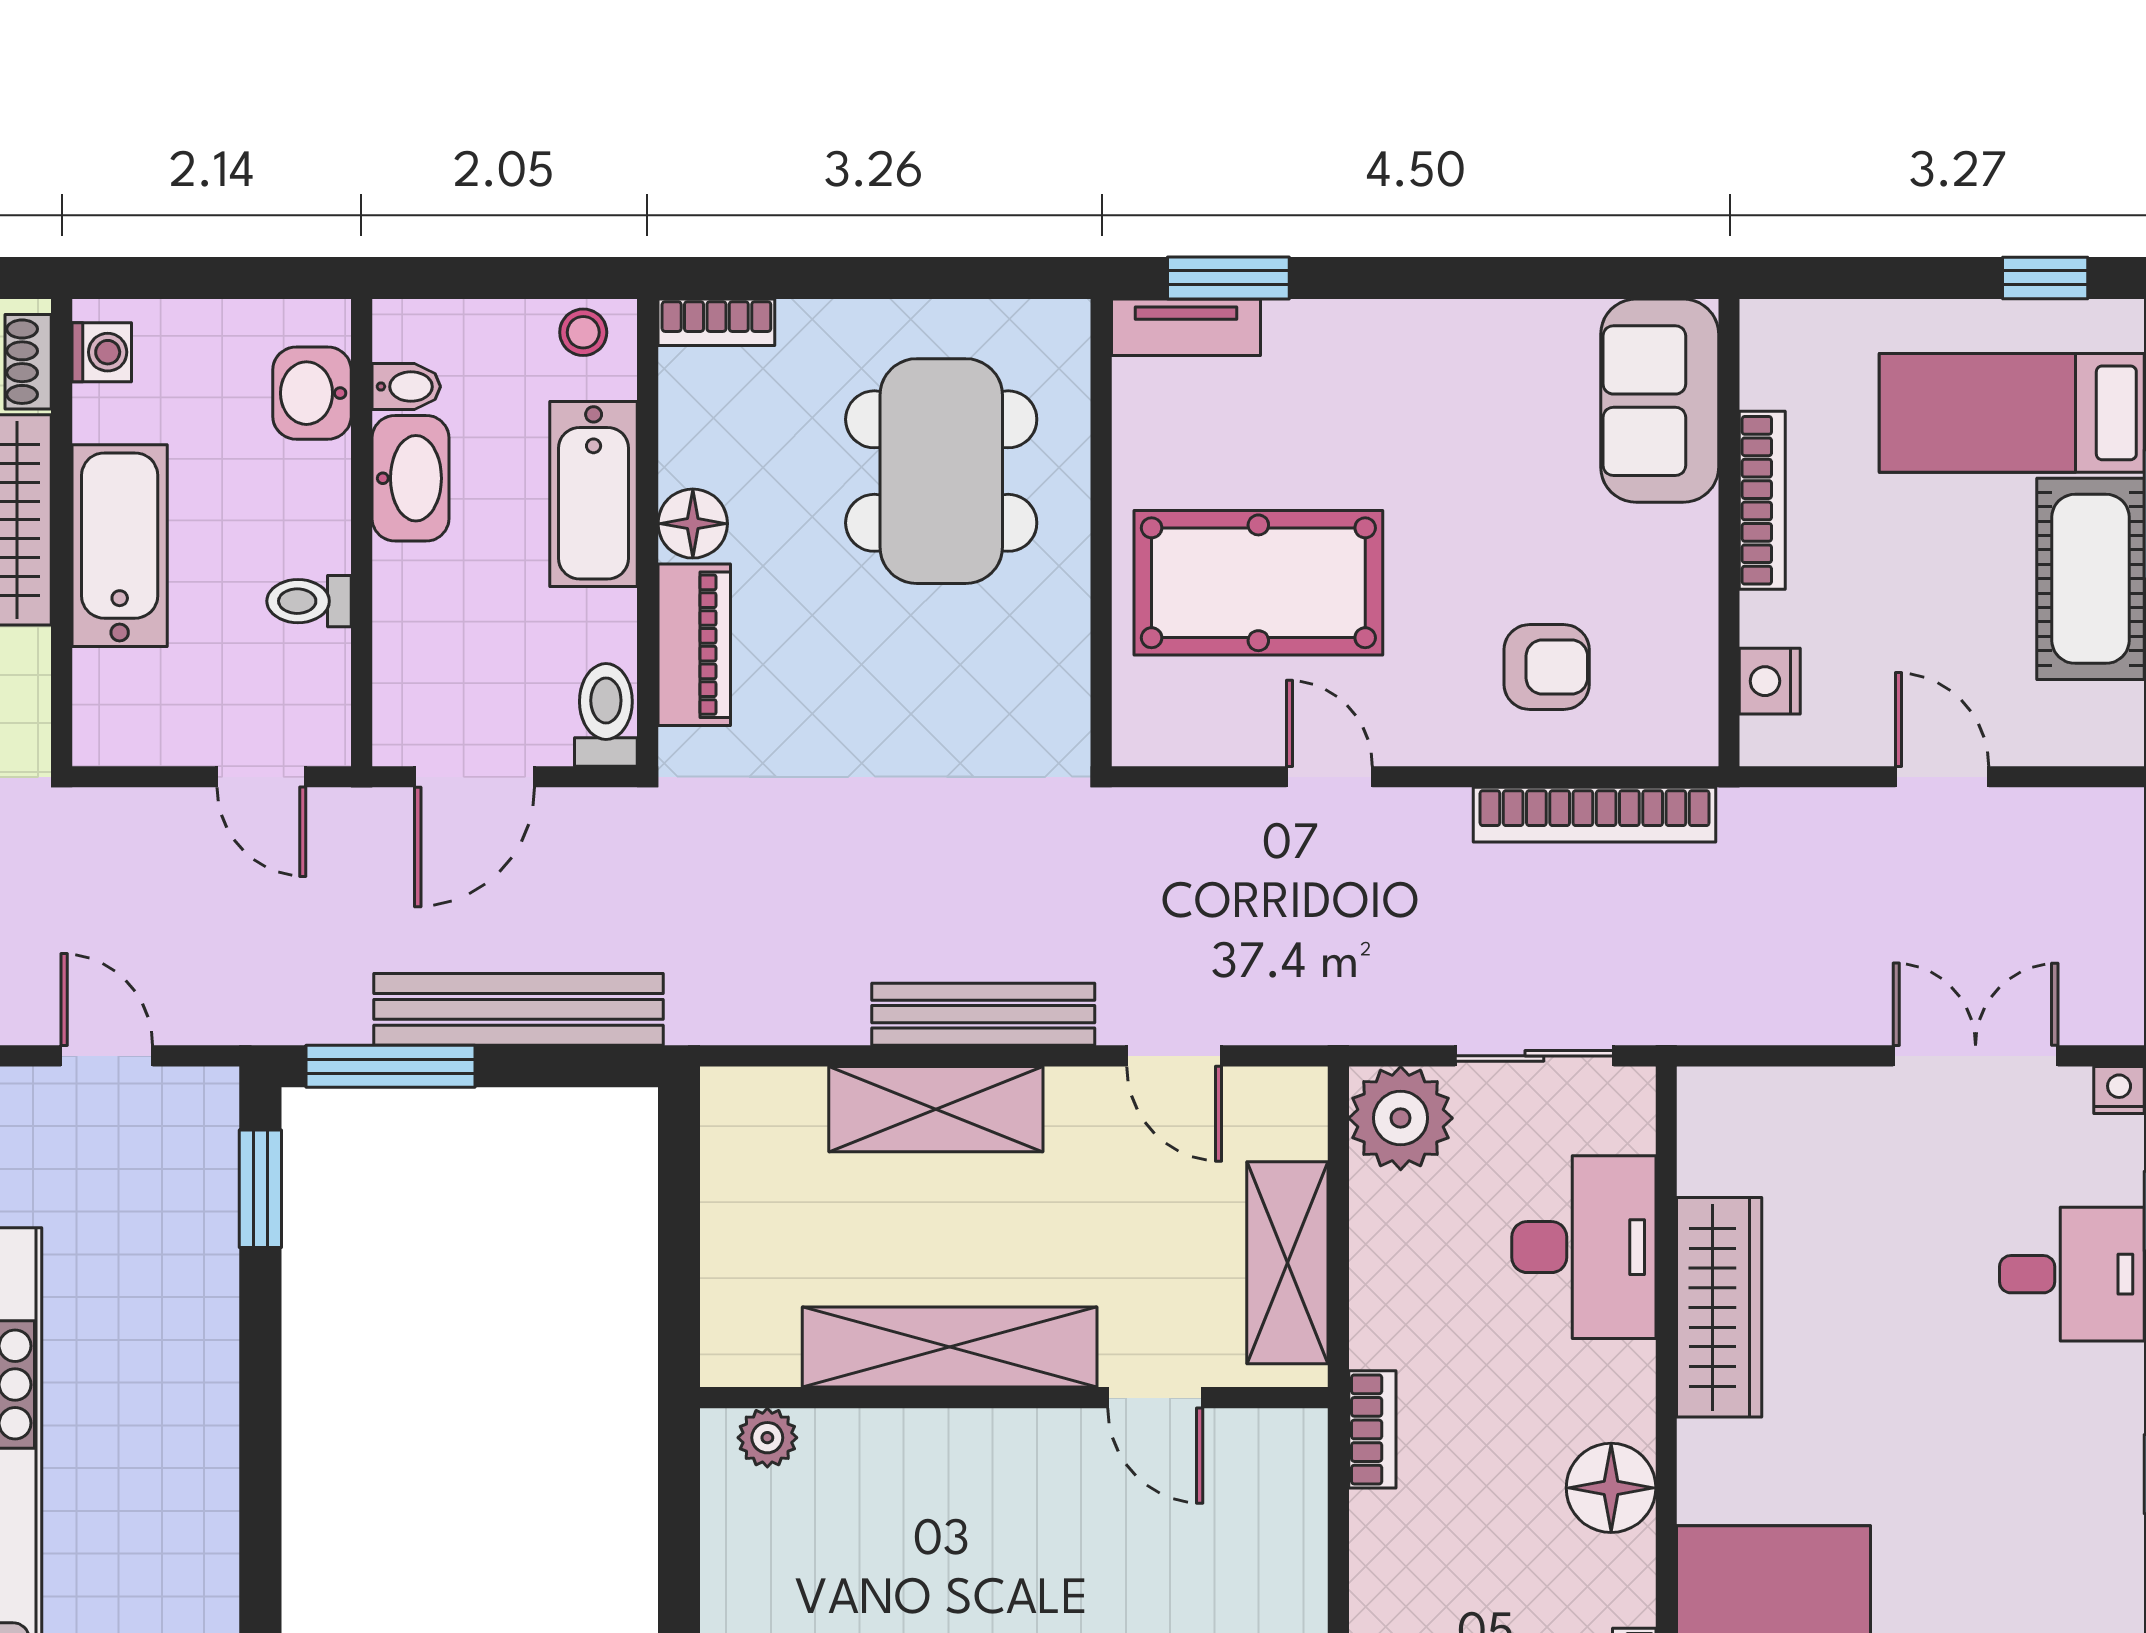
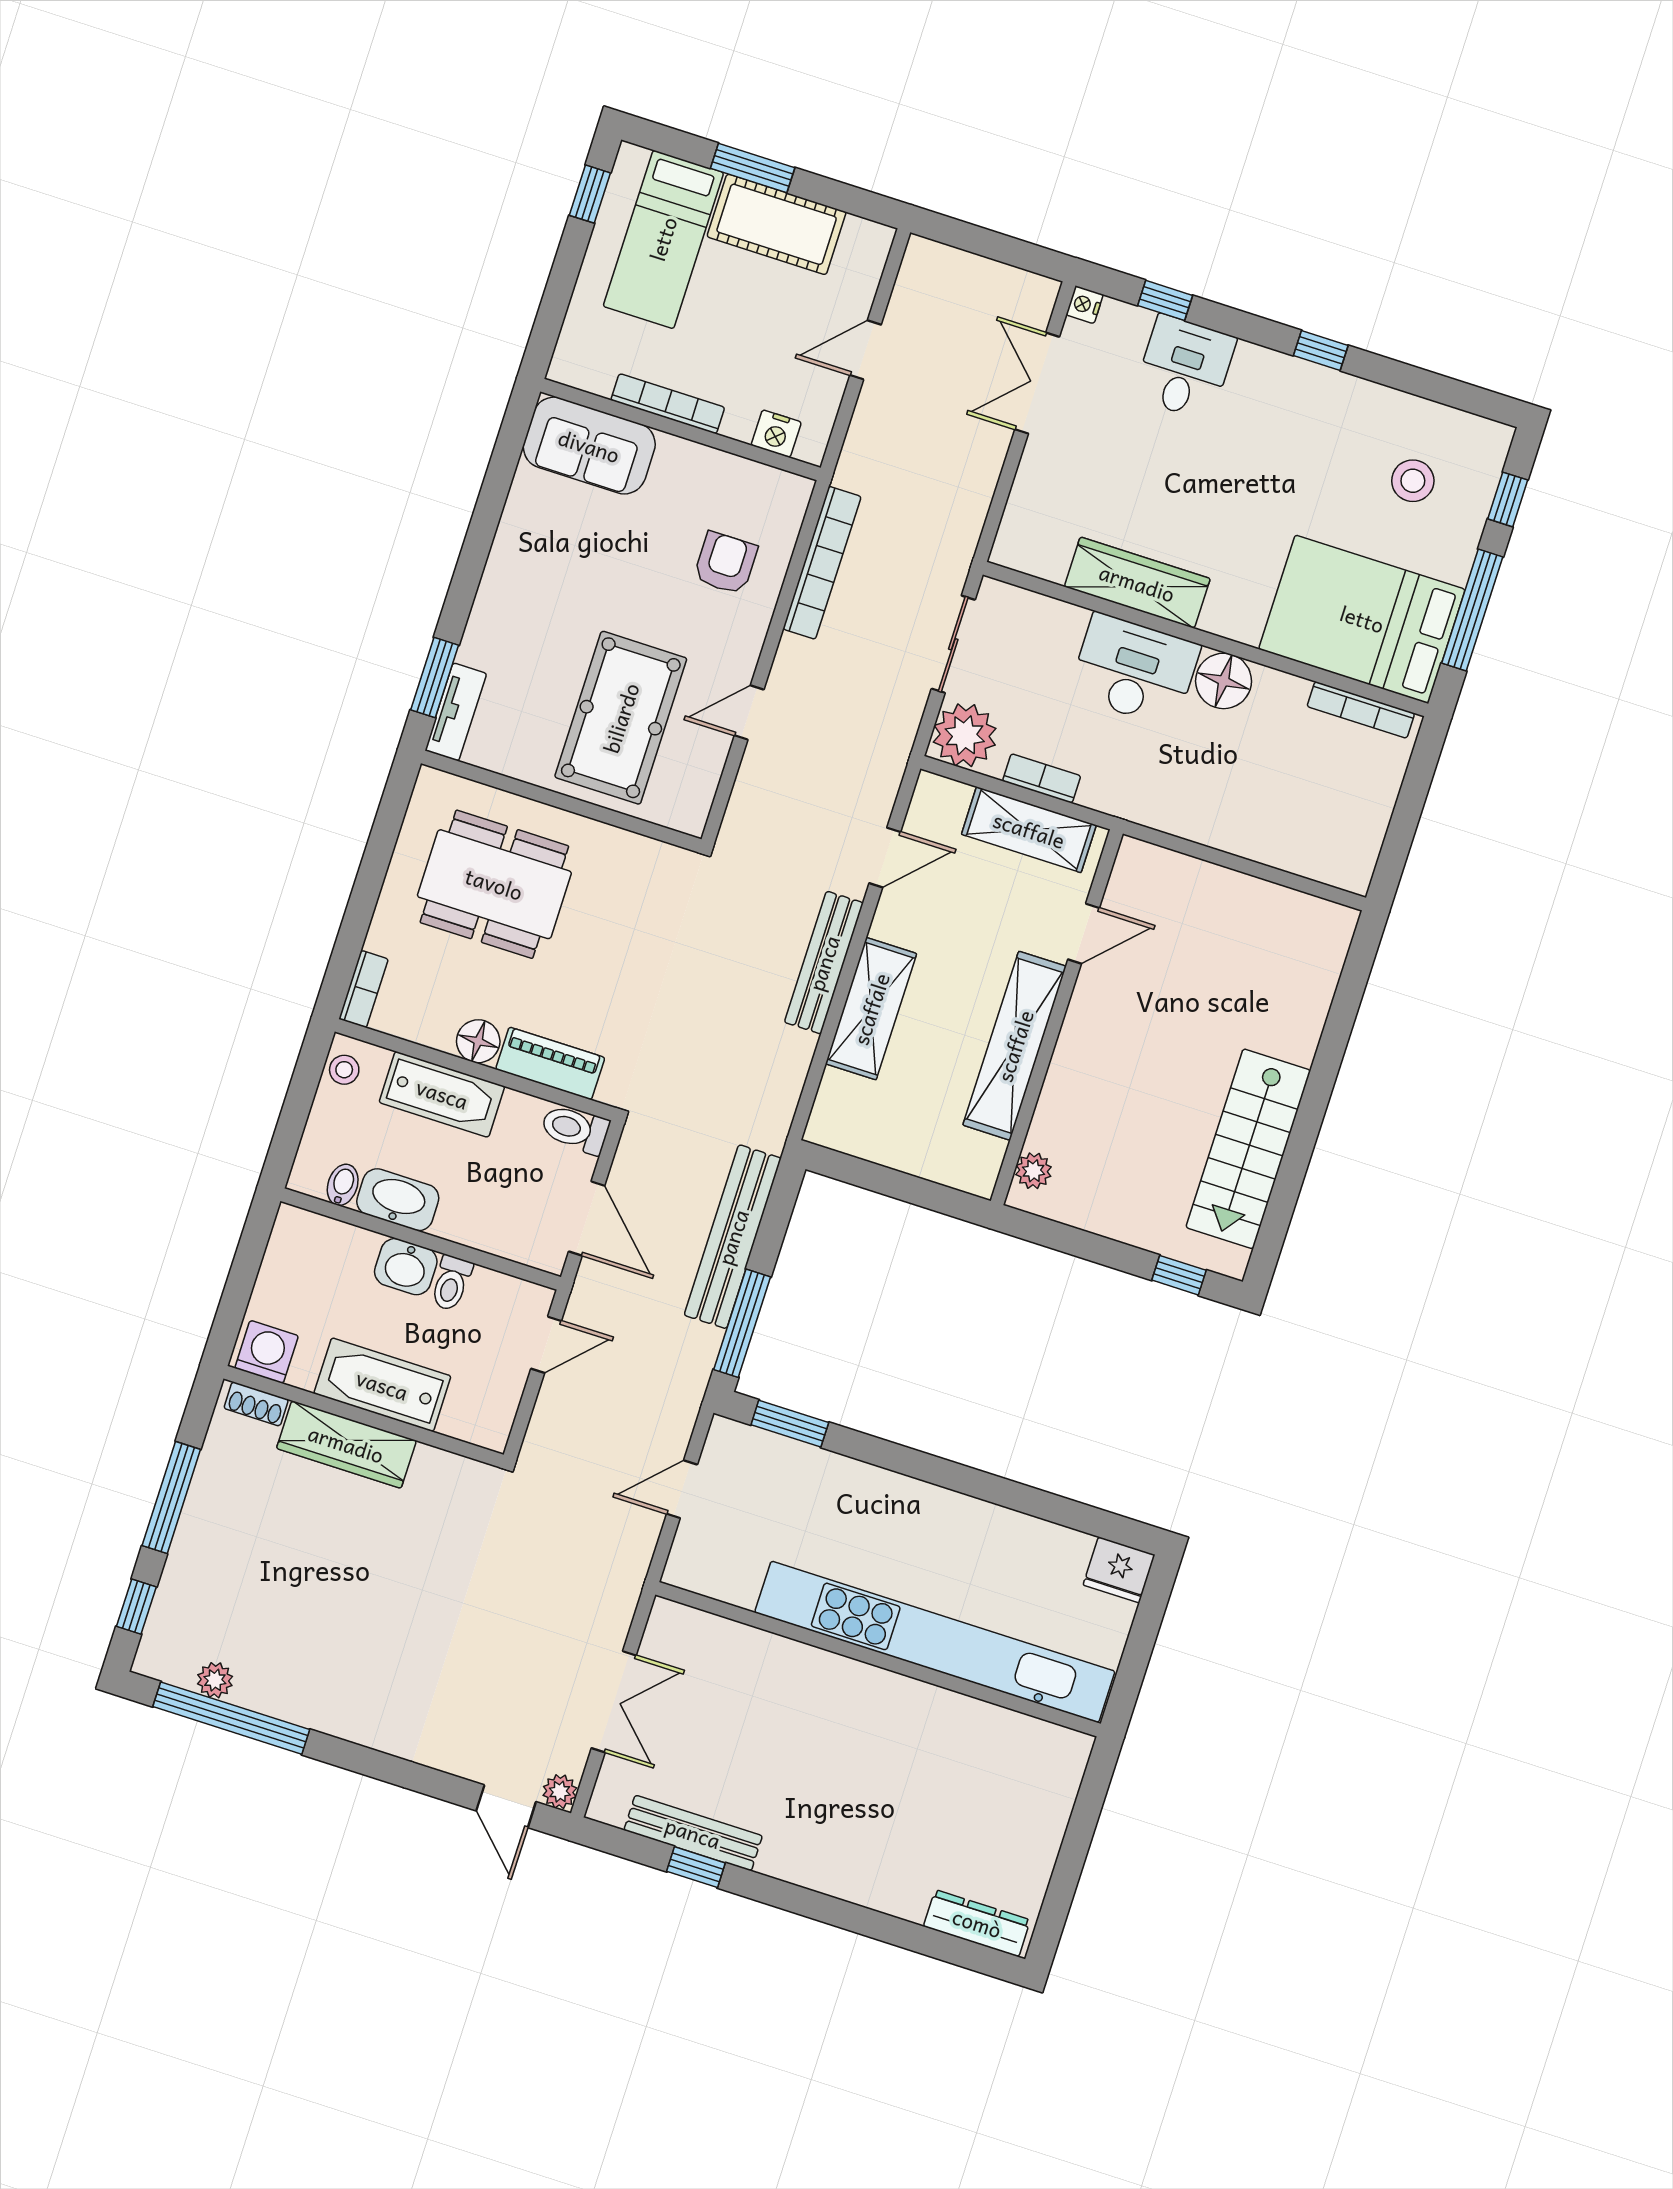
washing machine: (102, 352) -> (267, 1352), width x1.38, depth x1.38
washbasin: (312, 393) -> (406, 1267), moved
desk: (1584, 1247) -> (1134, 670), moved
bookcase: (1372, 1429) -> (1042, 778), moved

